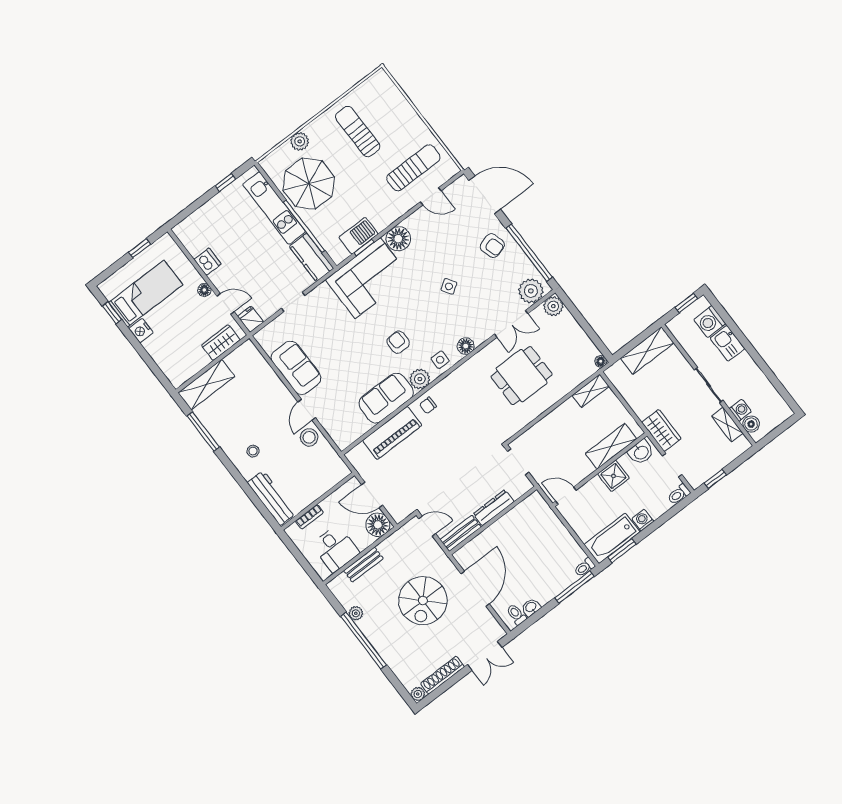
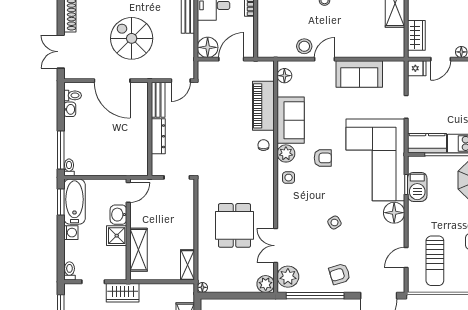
corner sofa: (368, 278) -> (375, 160), width x1.36, depth x1.36
floor lamp: (466, 346) -> (284, 76), moved
door: (307, 410) -> (325, 59), hinge flipped
washbasin: (641, 452) -> (118, 215), moved

